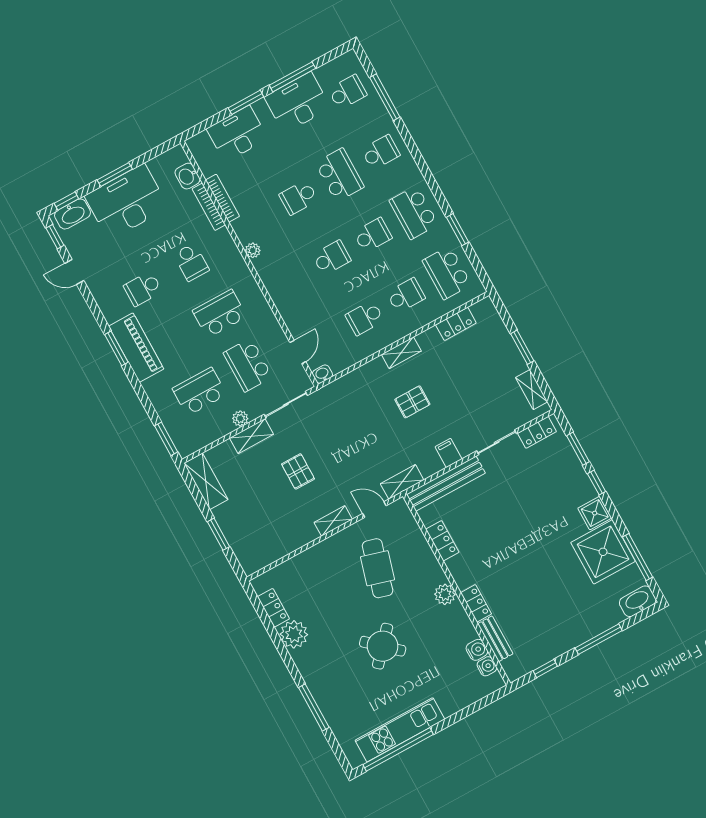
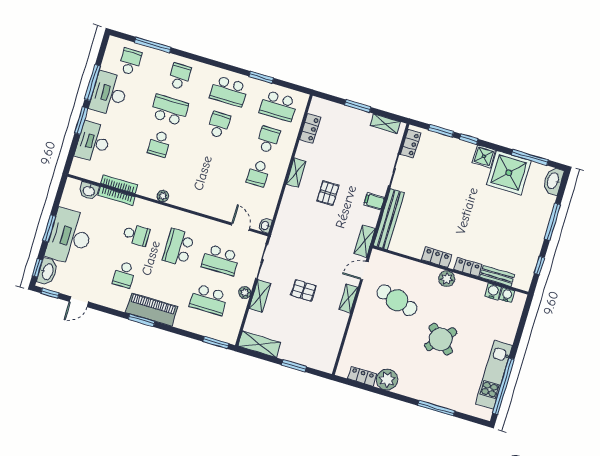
school desk: (332, 258) -> (209, 159), removed
school desk: (199, 392) -> (209, 300), turned -90
locker: (442, 541) -> (437, 257), moved

